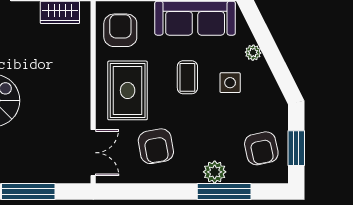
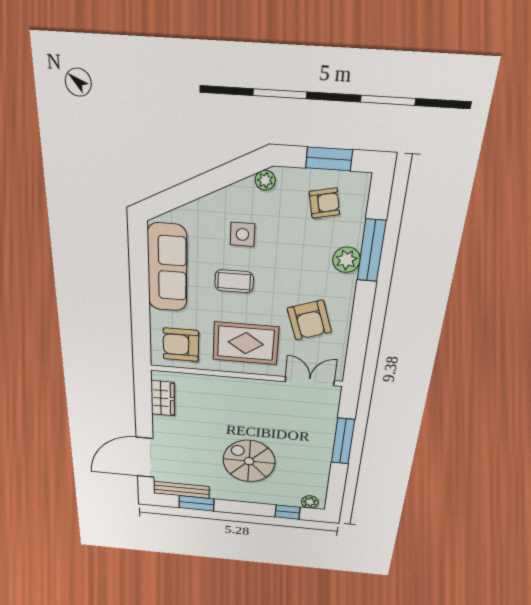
plant: (253, 53) -> (265, 180), moved
armchair: (156, 146) -> (309, 320), turned 81
armchair: (261, 148) -> (324, 203), width x0.72, depth x0.72

